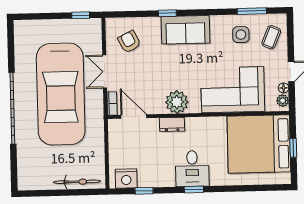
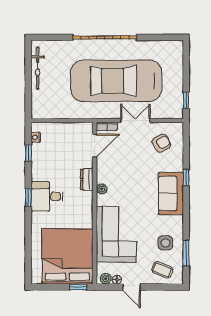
plant: (177, 102) -> (102, 189), width x0.53, depth x0.53
window: (293, 148) -> (78, 287), moved
nightstand: (126, 178) -> (36, 137), width x0.53, depth x0.56
bicycle: (77, 182) -> (38, 68), moved

